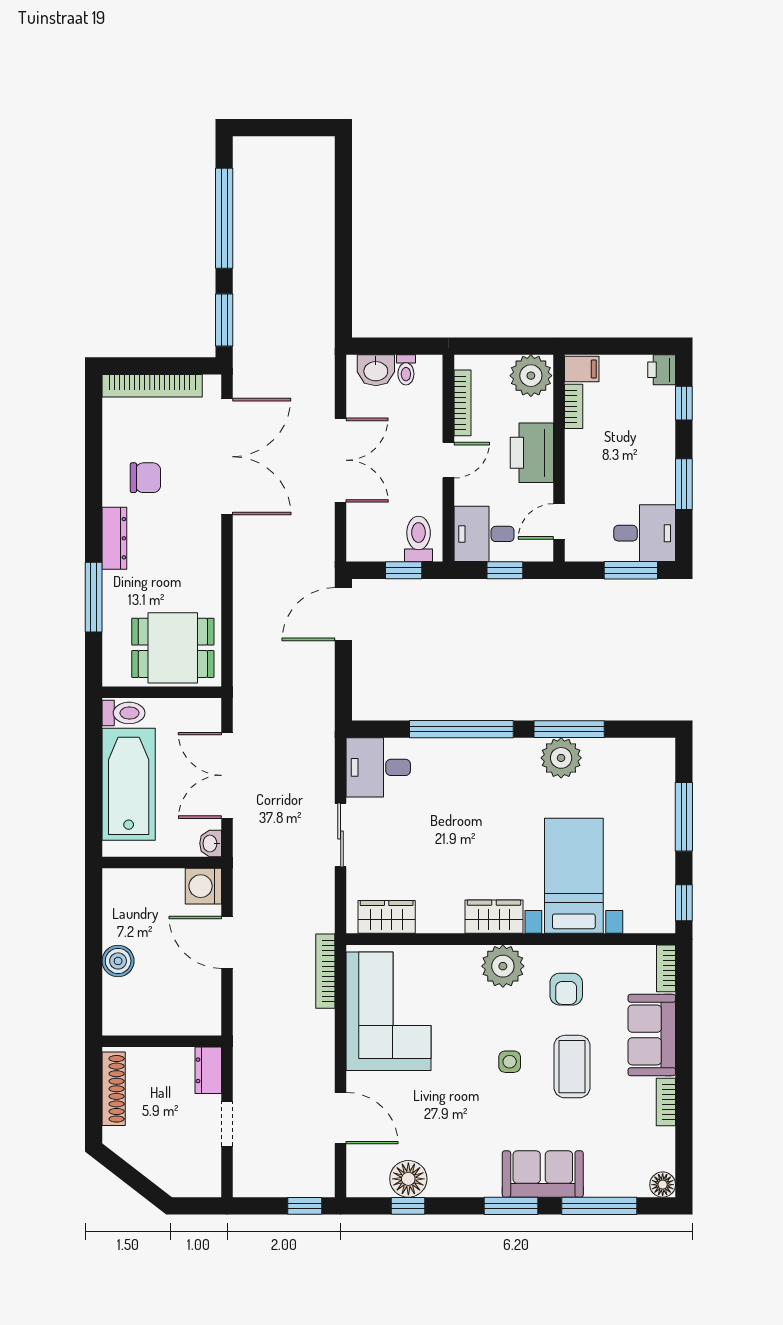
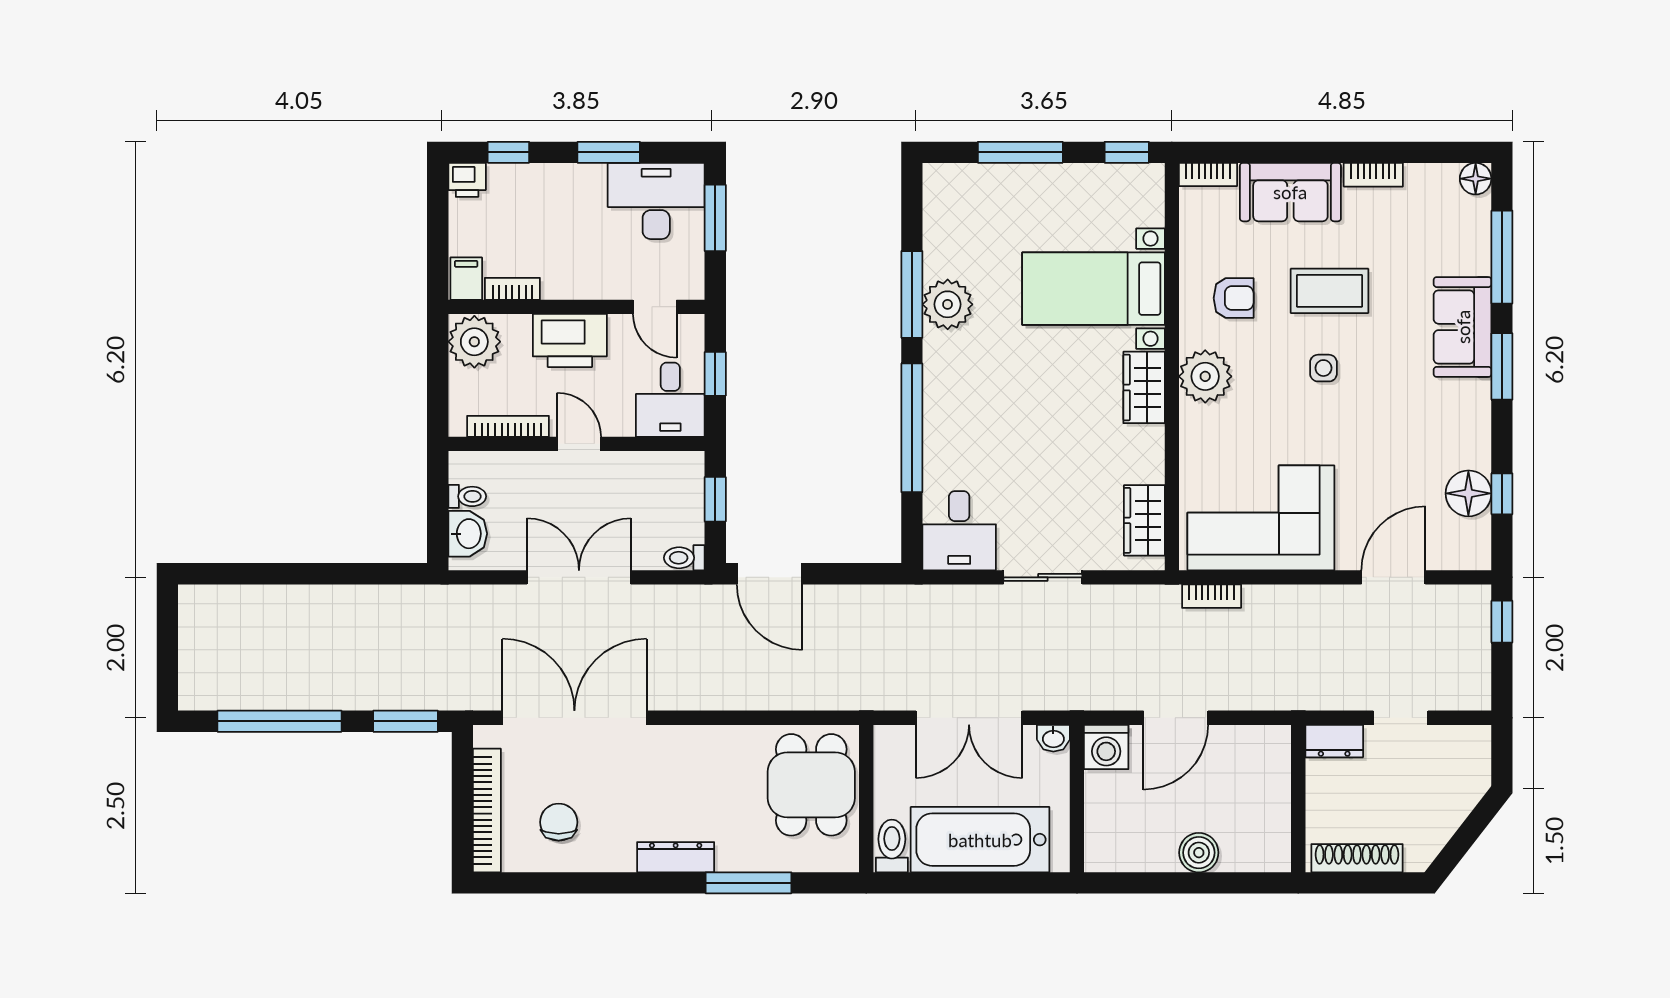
chair: (145, 478) -> (559, 822), moved
desk: (645, 533) -> (656, 201), width x1.37
toilet: (419, 539) -> (684, 558), moved, width x0.73, depth x0.72
bookcase: (325, 971) -> (1212, 596), width x0.64

